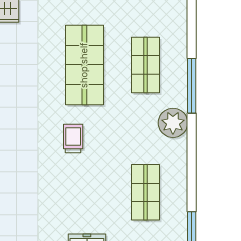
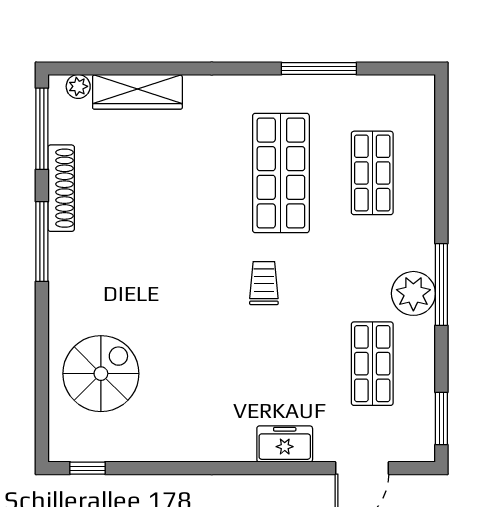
window: (192, 86) -> (441, 284), moved
plant: (173, 123) -> (413, 293), moved

